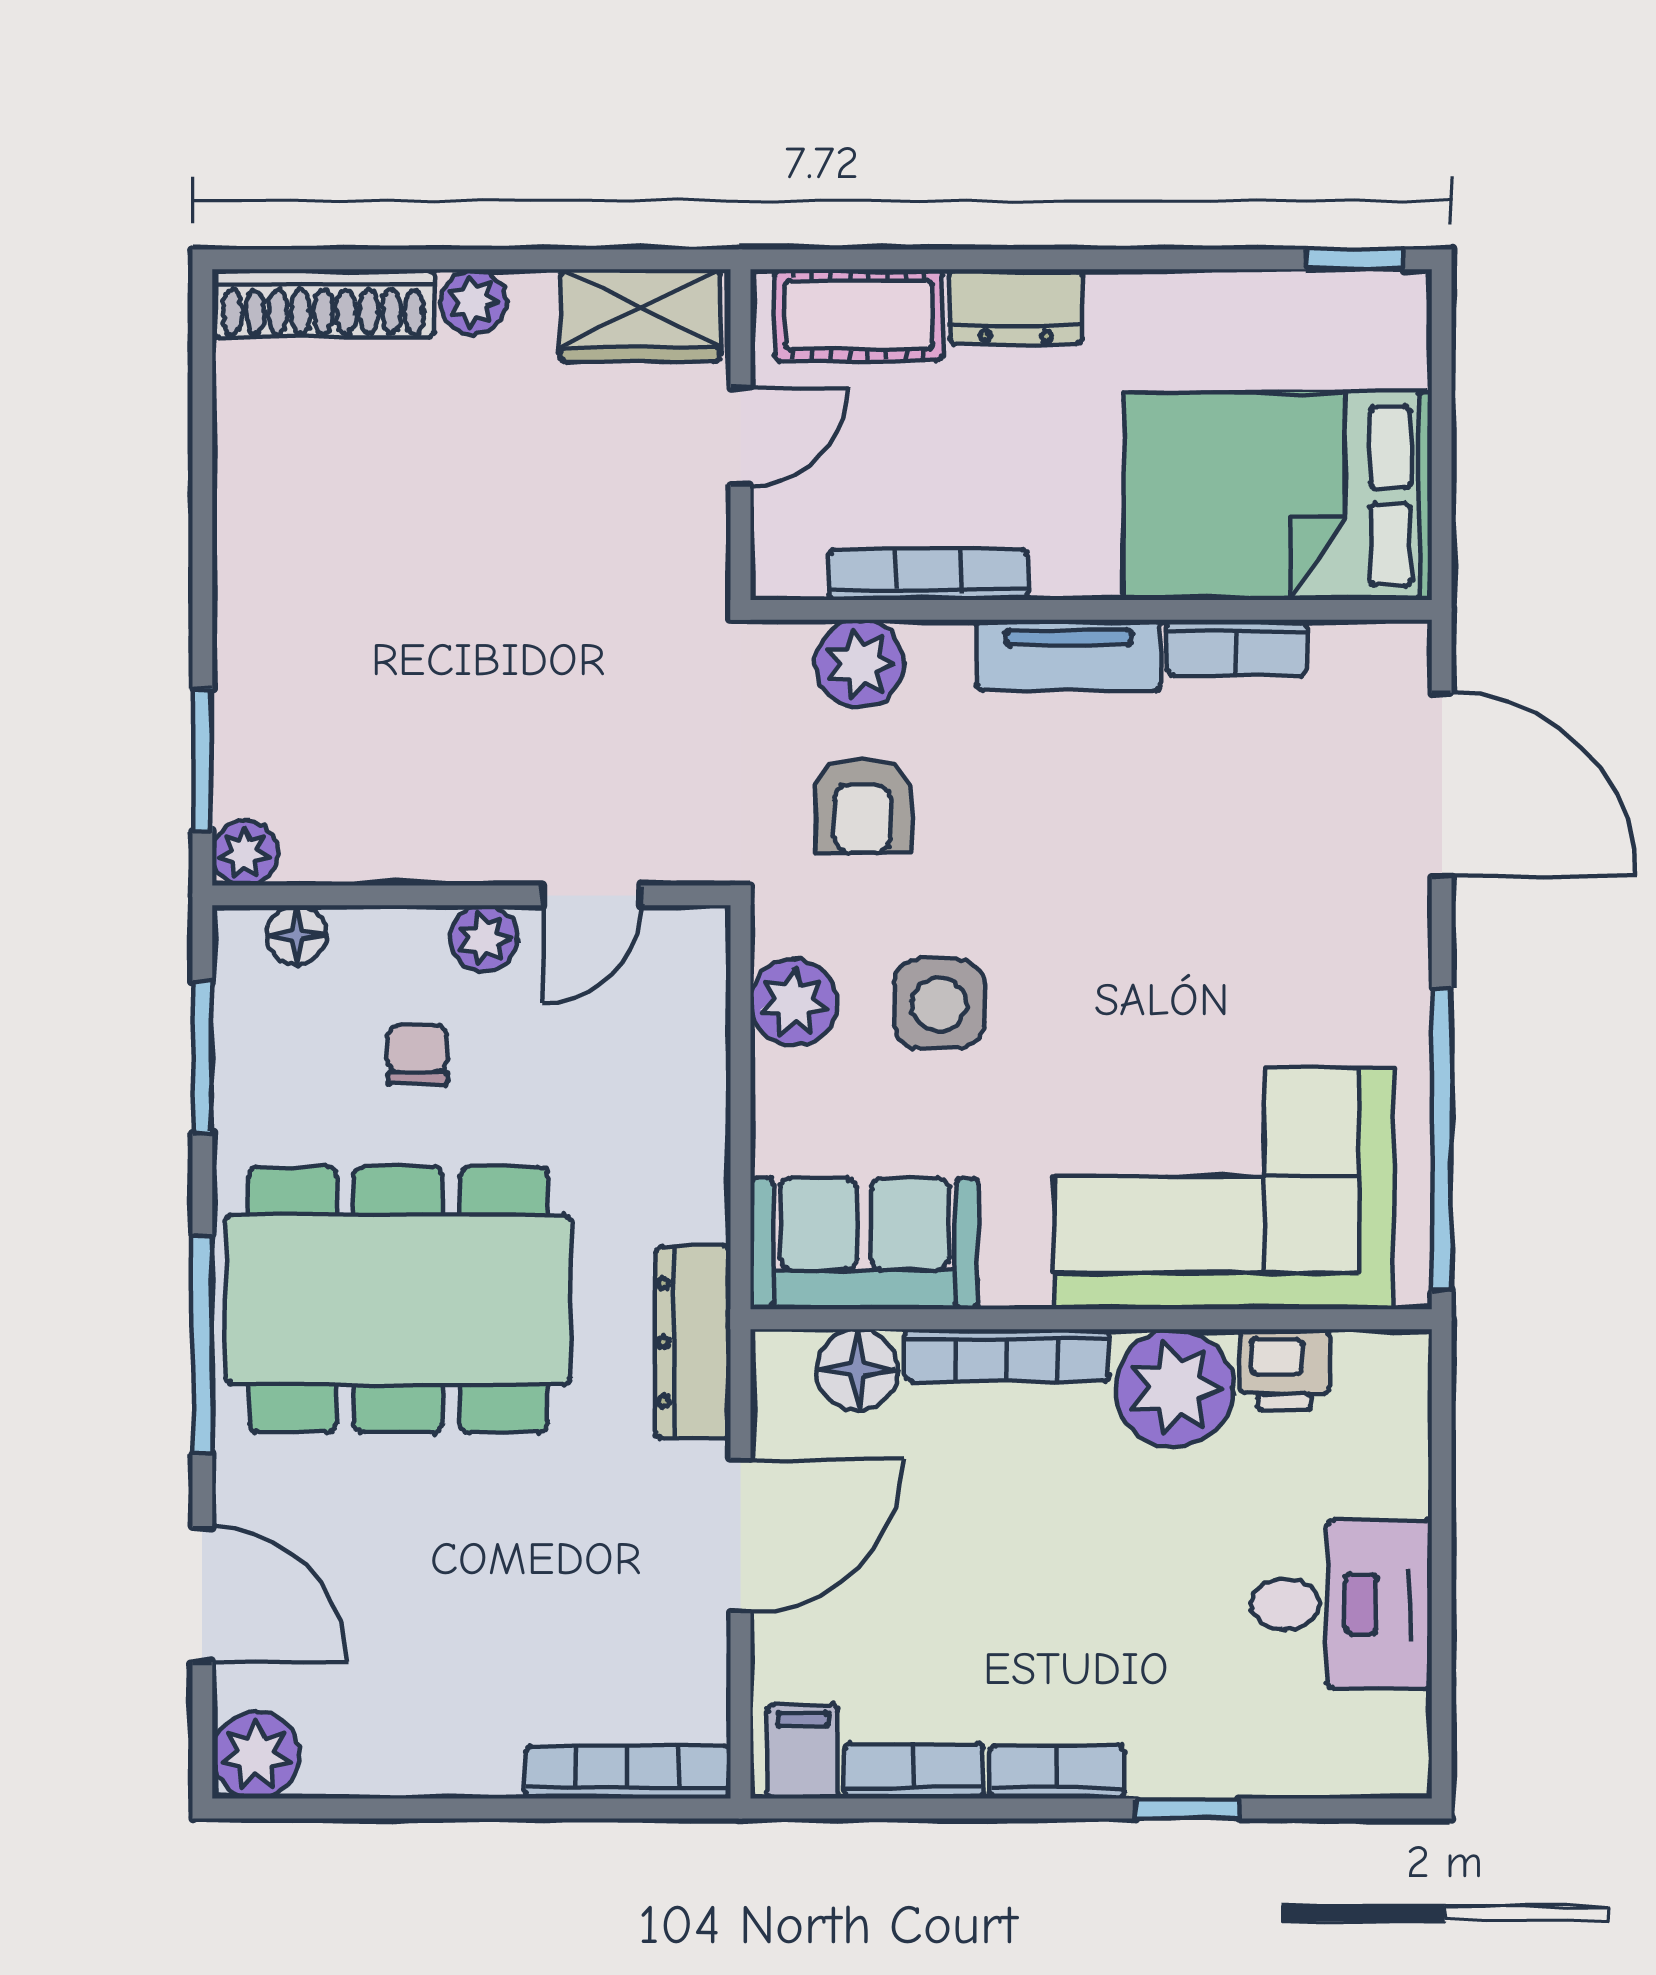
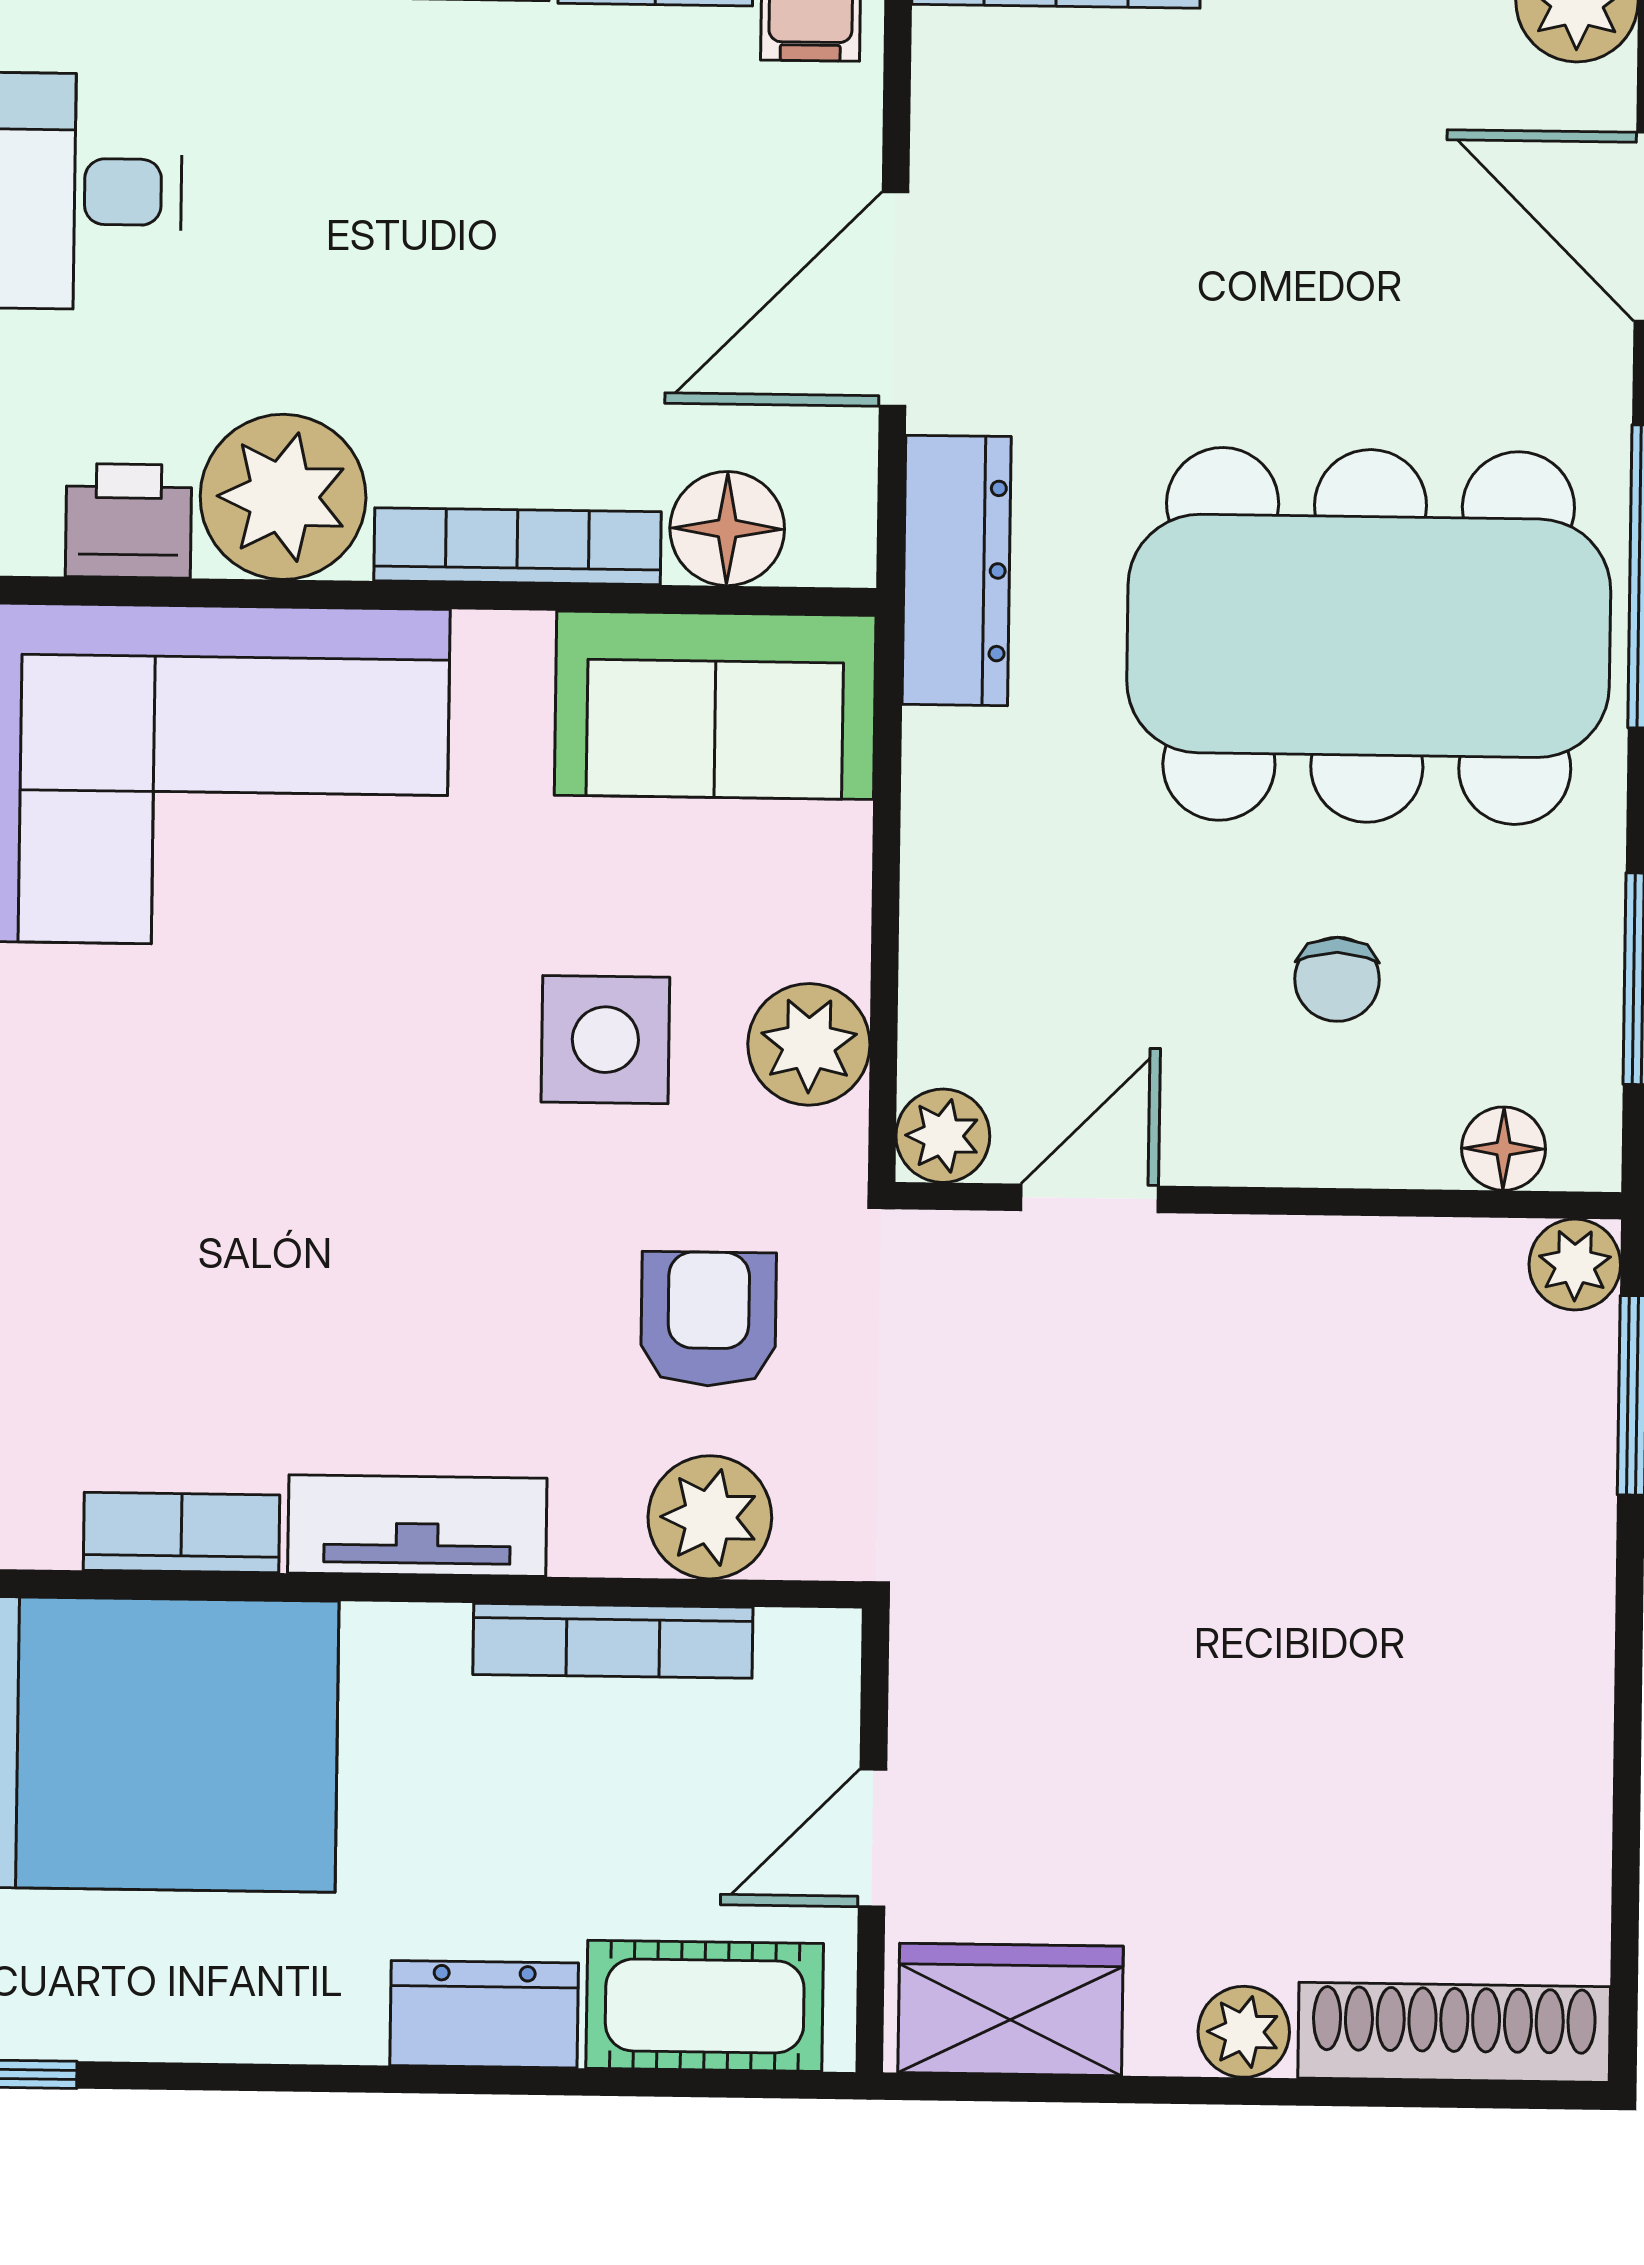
plant: (484, 939) -> (943, 1136), moved

